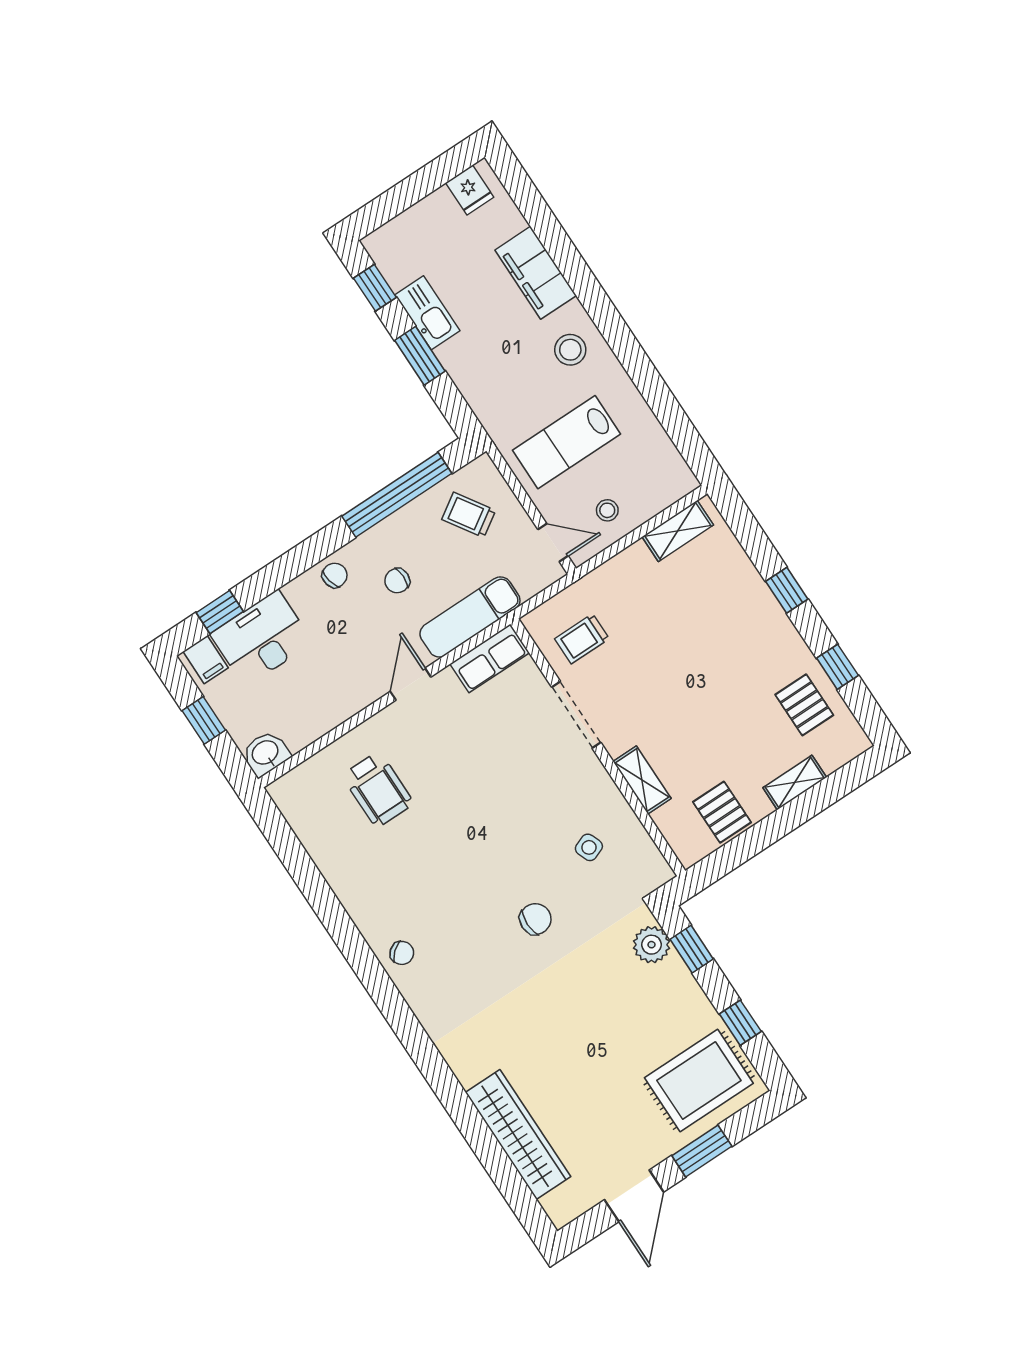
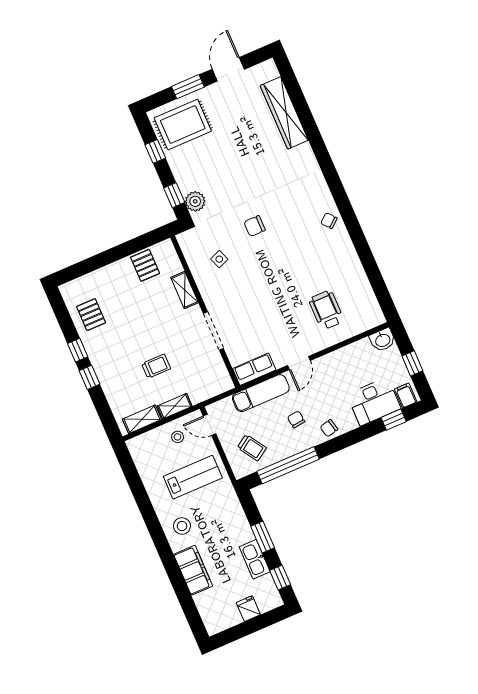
fridge: (470, 190) -> (248, 609), moved
chair: (397, 581) -> (296, 419), turned -97
trolley: (582, 639) -> (156, 366), moved
window: (837, 667) -> (78, 350), moved
shelving: (795, 782) -> (175, 406), moved

